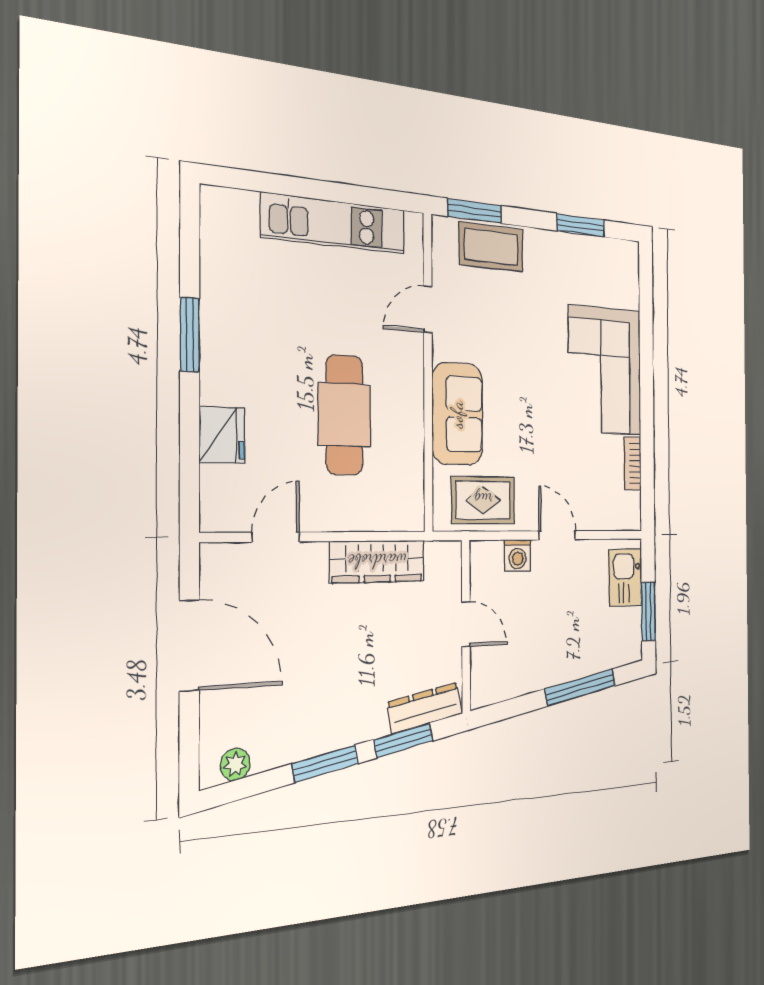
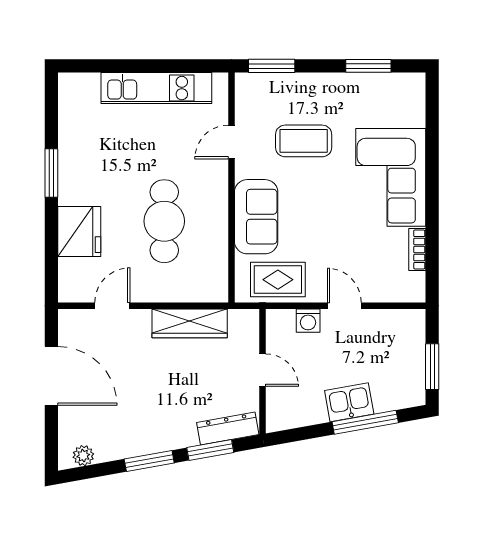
coffee table: (491, 247) -> (304, 141), moved
fridge: (222, 435) -> (79, 231), width x1.36, depth x1.34
kitchen sink: (626, 578) -> (349, 402), moved, turned 80

